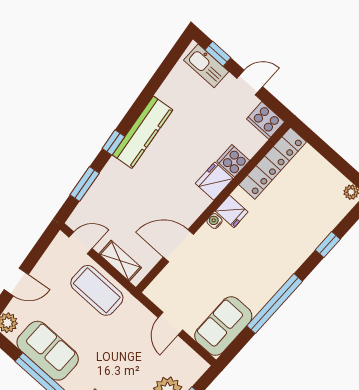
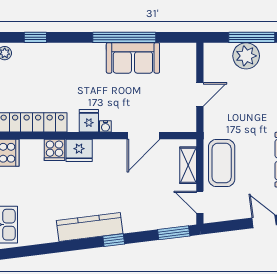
window: (85, 184) -> (174, 233), moved
window: (328, 245) -> (35, 37), moved
door: (178, 246) -> (143, 136), hinge flipped
sofa: (223, 326) -> (133, 58), moved

